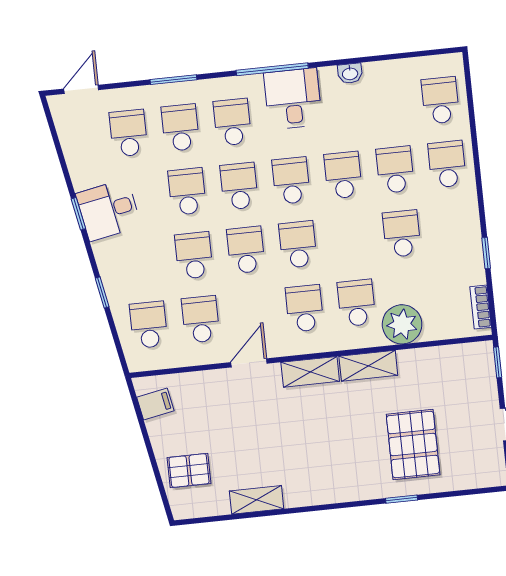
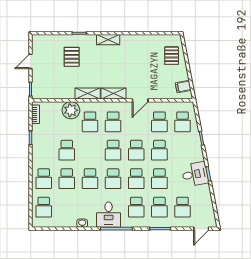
pallet: (413, 445) -> (72, 57), width x0.67, depth x0.71
pallet: (189, 471) -> (172, 56), turned 90
shelving: (257, 500) -> (108, 40), moved

